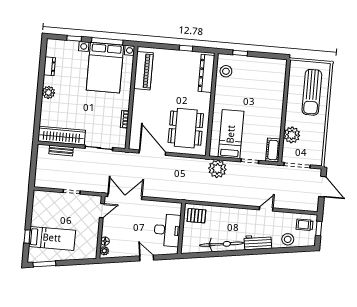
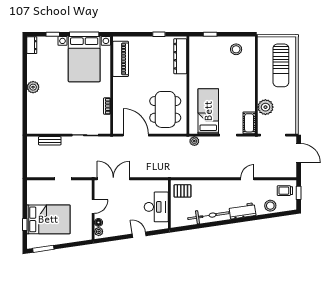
dresser: (49, 66) -> (32, 45), moved
stool: (226, 71) -> (236, 49), moved
wardrobe: (62, 136) -> (49, 127), removed
plant: (217, 169) -> (194, 141), width x0.53, depth x0.53
door: (102, 211) -> (93, 206), moved
bed: (52, 238) -> (48, 219), width x1.50

